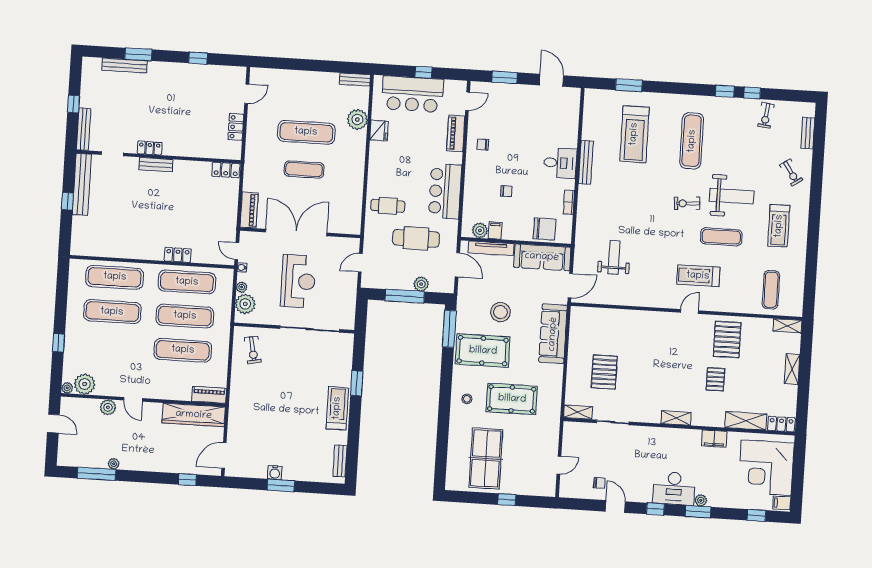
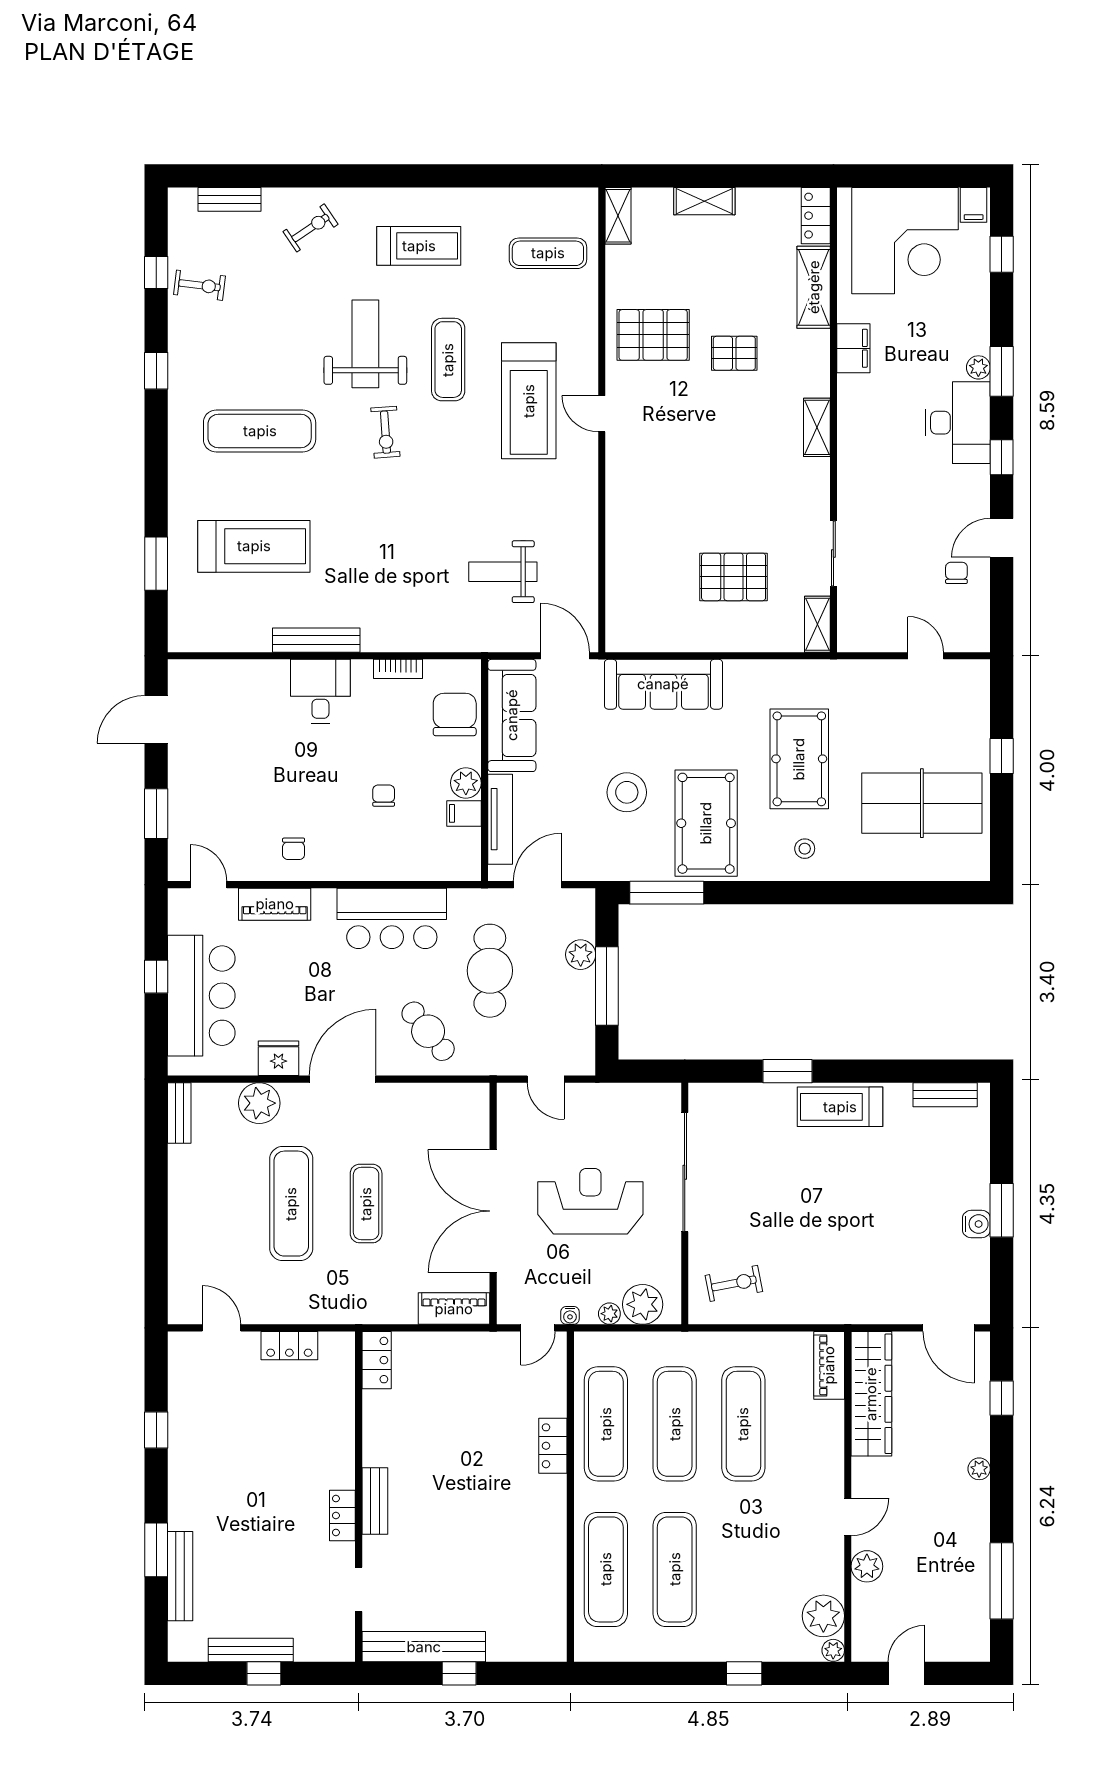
window: (752, 93) -> (156, 273), moved
bench: (84, 129) -> (251, 1650), moved
door: (367, 162) -> (343, 1079), added
cafe table: (388, 206) -> (428, 1031), turned -39
plant: (480, 230) -> (466, 783), moved
treadmill: (698, 276) -> (529, 401), width x1.37, depth x1.38
plant: (114, 464) -> (979, 1469), moved

